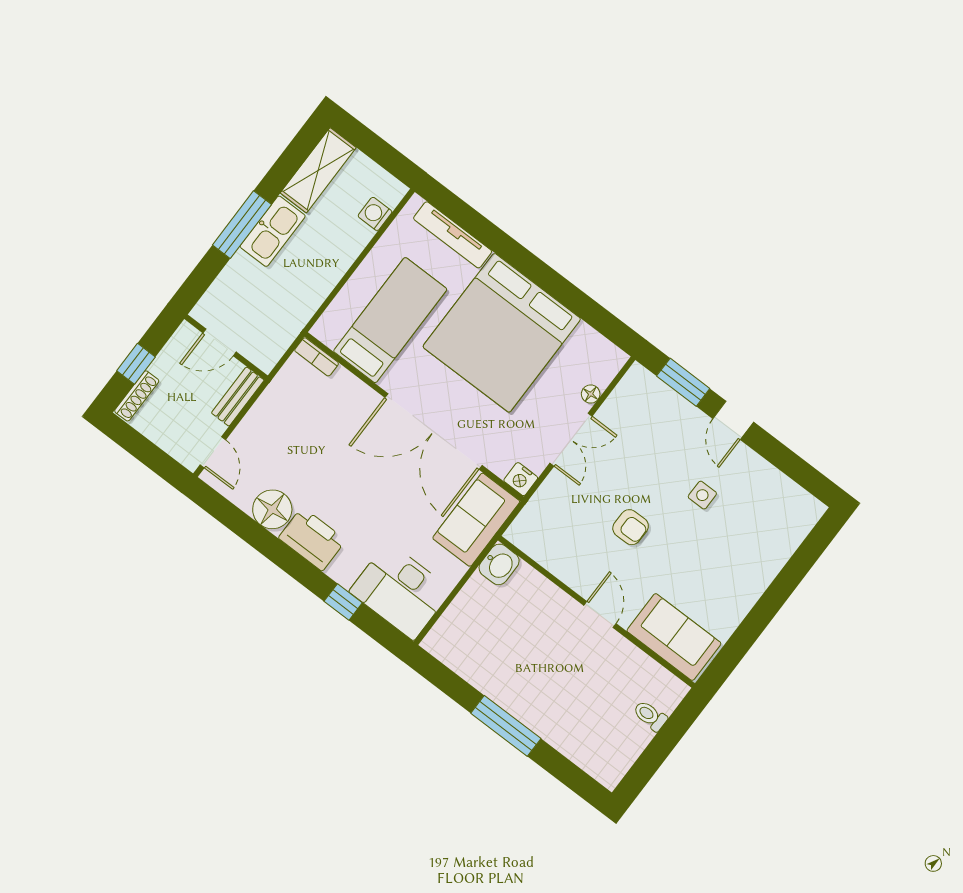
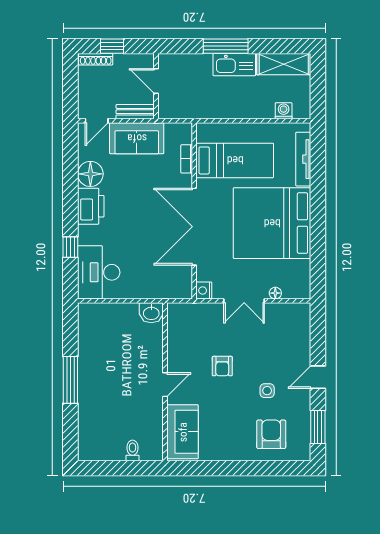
bookcase: (317, 357) -> (187, 159), moved
window: (683, 382) -> (318, 427), moved
sofa: (476, 520) -> (137, 138), moved, turned 180
armchair: (760, 531) -> (271, 434), added

